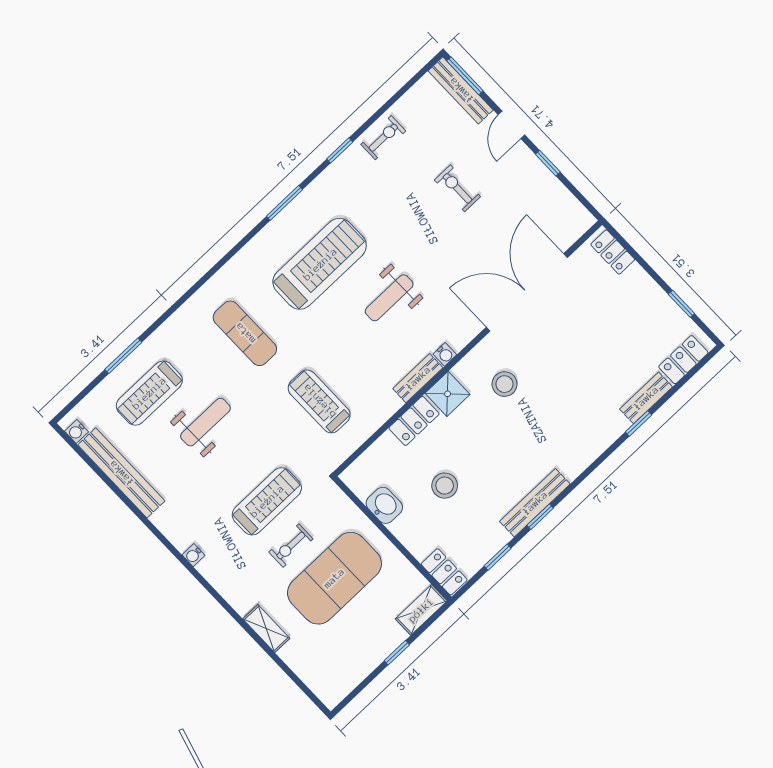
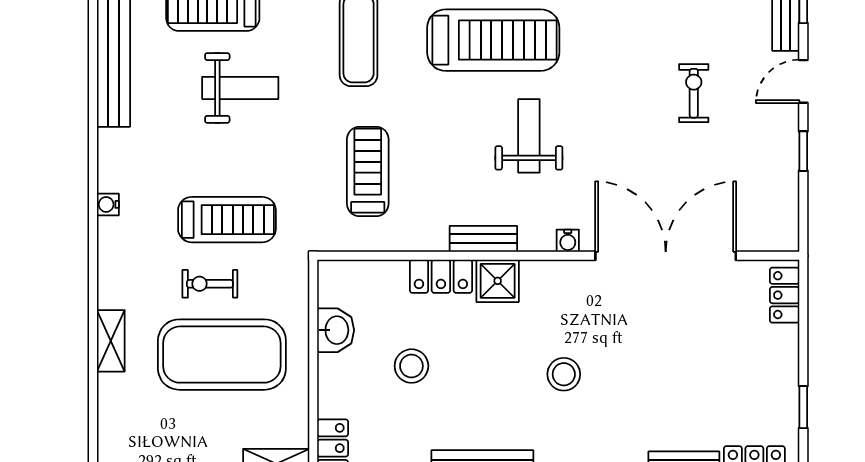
weight bench: (389, 298) -> (529, 136), turned 90
water cooler: (445, 354) -> (568, 241), moved
stool: (505, 384) -> (564, 374), moved

